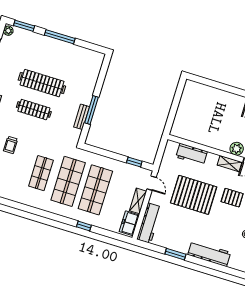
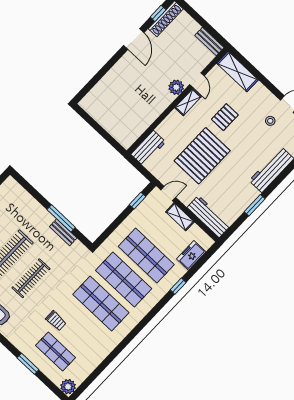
workbench: (192, 154) -> (148, 148), moved
shop shelf: (41, 173) -> (101, 304), width x1.43, depth x1.36
freezer: (129, 223) -> (191, 255), moved, turned 90

